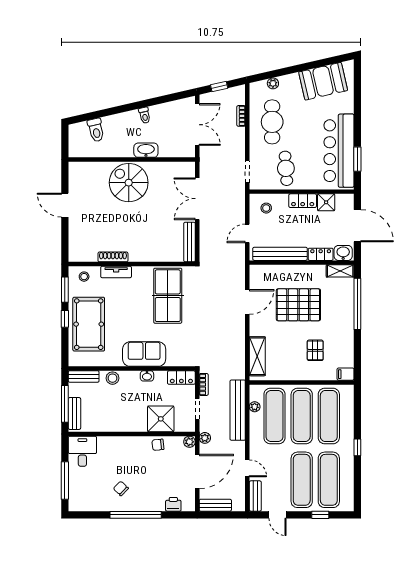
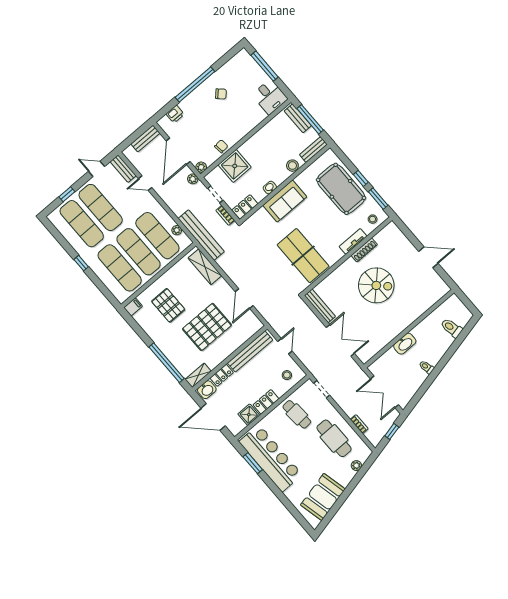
spiral stairs: (129, 183) -> (376, 285), moved
pallet: (315, 350) -> (168, 305), width x1.50, depth x1.42
bench: (238, 410) -> (201, 235), moved

